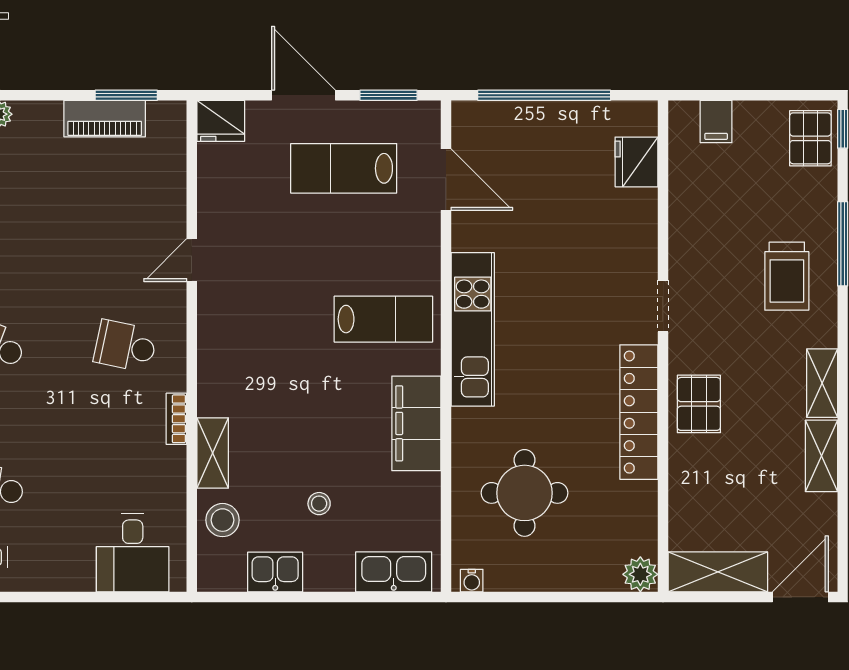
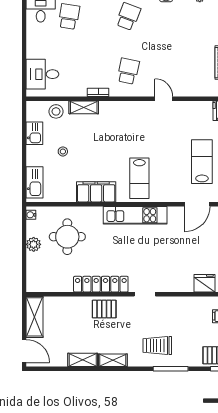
plant: (640, 574) -> (34, 244), moved

